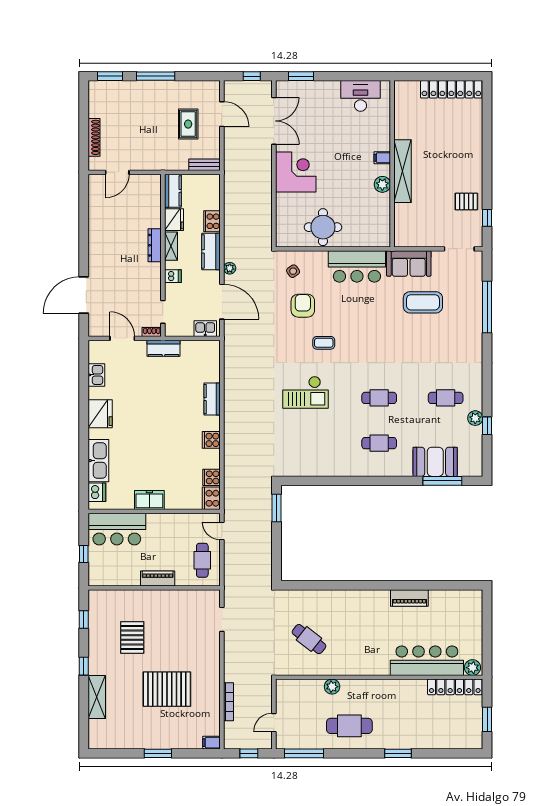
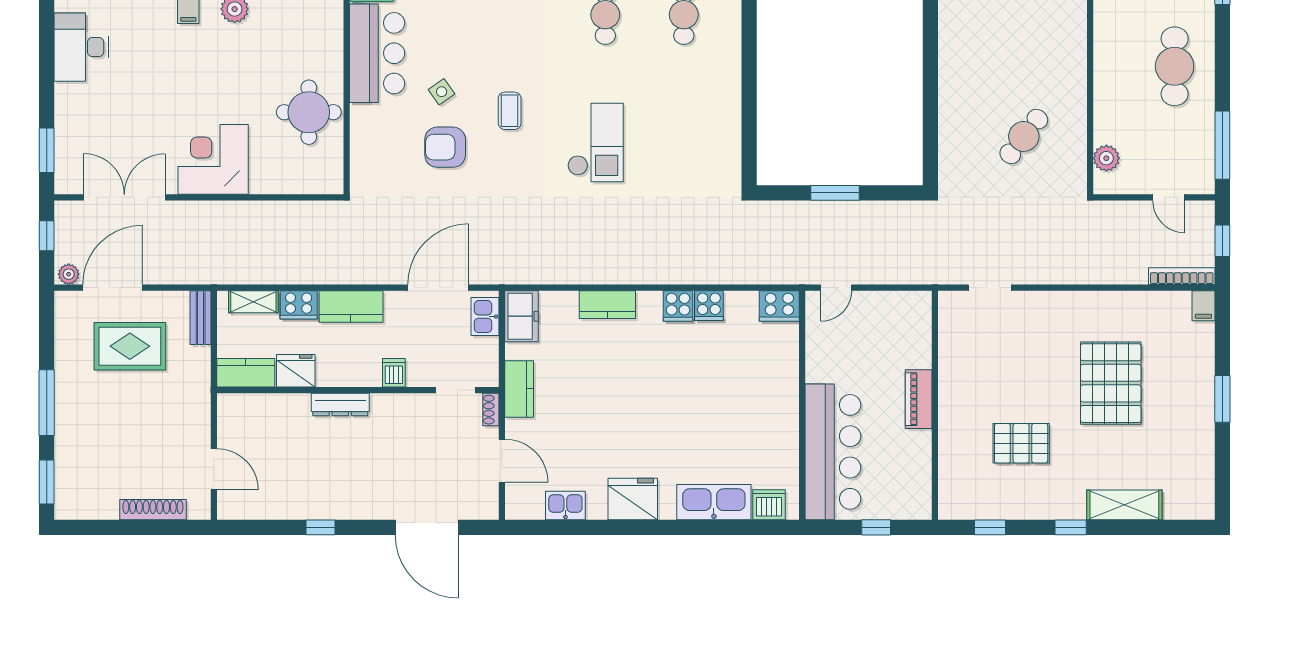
door: (222, 114) -> (113, 288), width x1.36
rug: (188, 124) -> (130, 346), width x1.36, depth x1.43
window: (84, 234) -> (321, 527), added
shelving: (171, 246) -> (253, 302), moved
plant: (230, 268) -> (69, 274), moved
side table: (293, 271) -> (442, 92), moved
door: (122, 338) -> (502, 461), swing flipped
cooker: (212, 477) -> (709, 306), moved
freezer: (149, 500) -> (521, 316), moved, turned 180
window: (276, 508) -> (835, 193), moved
bar counter: (117, 529) -> (833, 452), width x1.36
cafe table: (202, 560) -> (887, 322), removed
plant: (332, 687) -> (1106, 158), moved
bookcase: (229, 702) -> (1182, 276), moved

